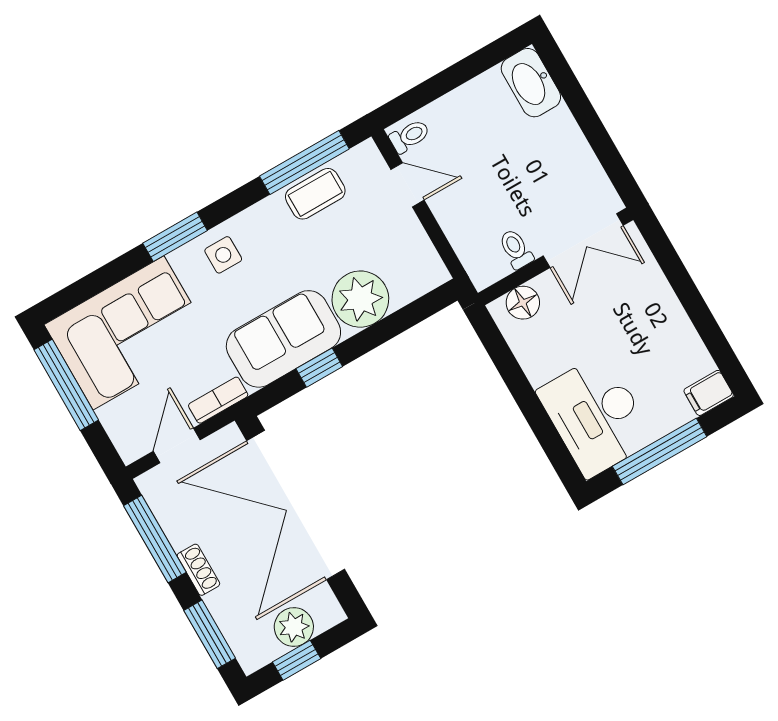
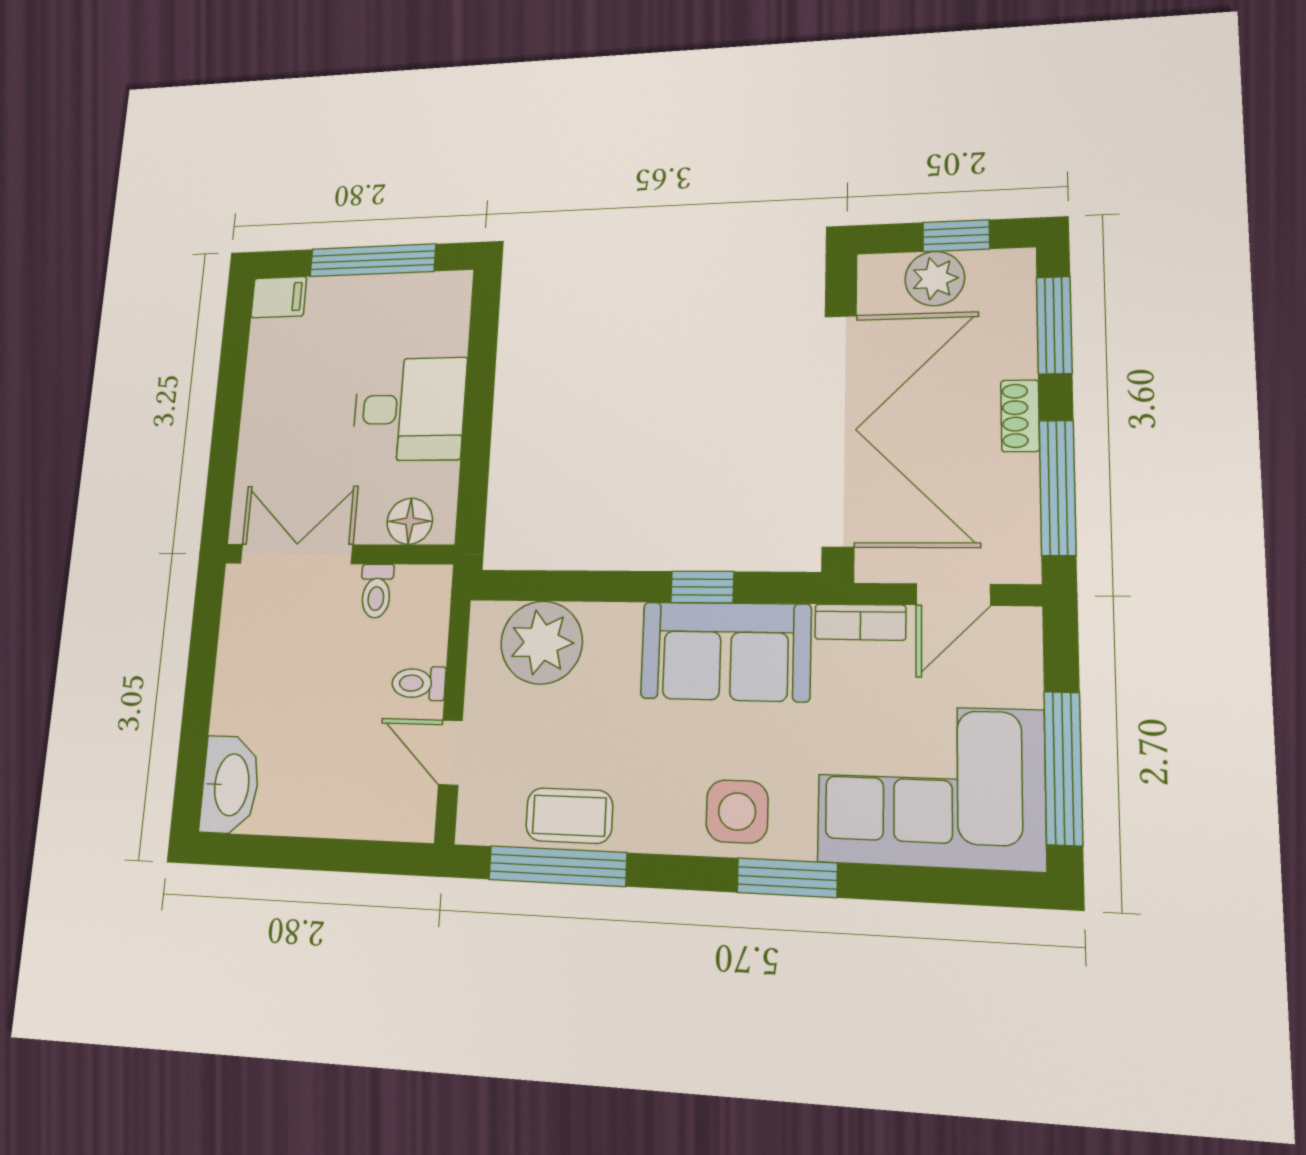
toilet: (410, 136) -> (419, 683), moved
side table: (223, 255) -> (737, 812), width x1.37, depth x1.37
plant: (360, 299) -> (542, 643), moved
desk: (596, 416) -> (409, 409), moved, width x0.73

